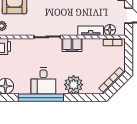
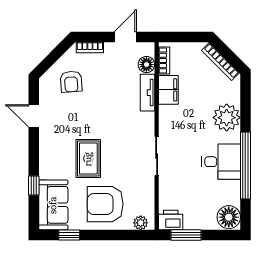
filing cabinet: (72, 45) -> (168, 90), moved

